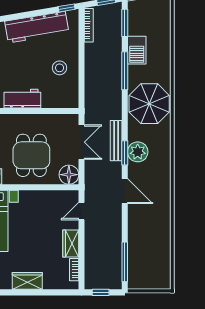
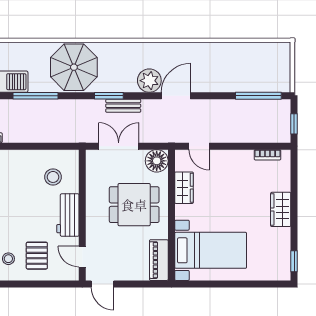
stool: (60, 68) -> (53, 177), moved
bench: (116, 141) -> (123, 106), width x0.73
plant: (138, 152) -> (149, 81), moved
window: (125, 153) -> (109, 96), moved
wardrobe: (71, 243) -> (184, 188), moved, turned -90

